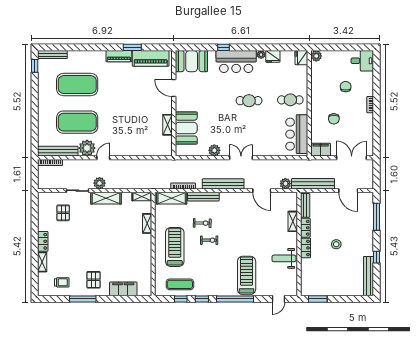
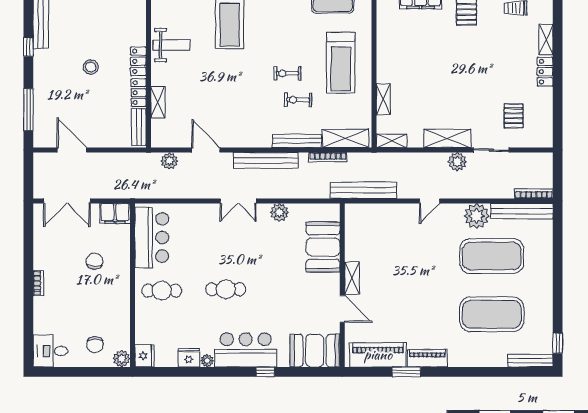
chair: (346, 87) -> (95, 345), moved
shelving: (167, 125) -> (352, 278), moved
door: (103, 158) -> (430, 201), moved
bench: (313, 184) -> (363, 190), moved

